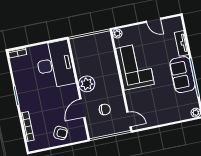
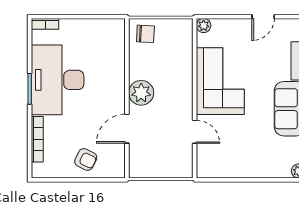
door: (154, 20) -> (263, 17), hinge flipped
desk: (55, 64) -> (58, 80), moved, turned 180
chair: (105, 109) -> (145, 34), moved
door: (129, 119) -> (195, 132), moved

